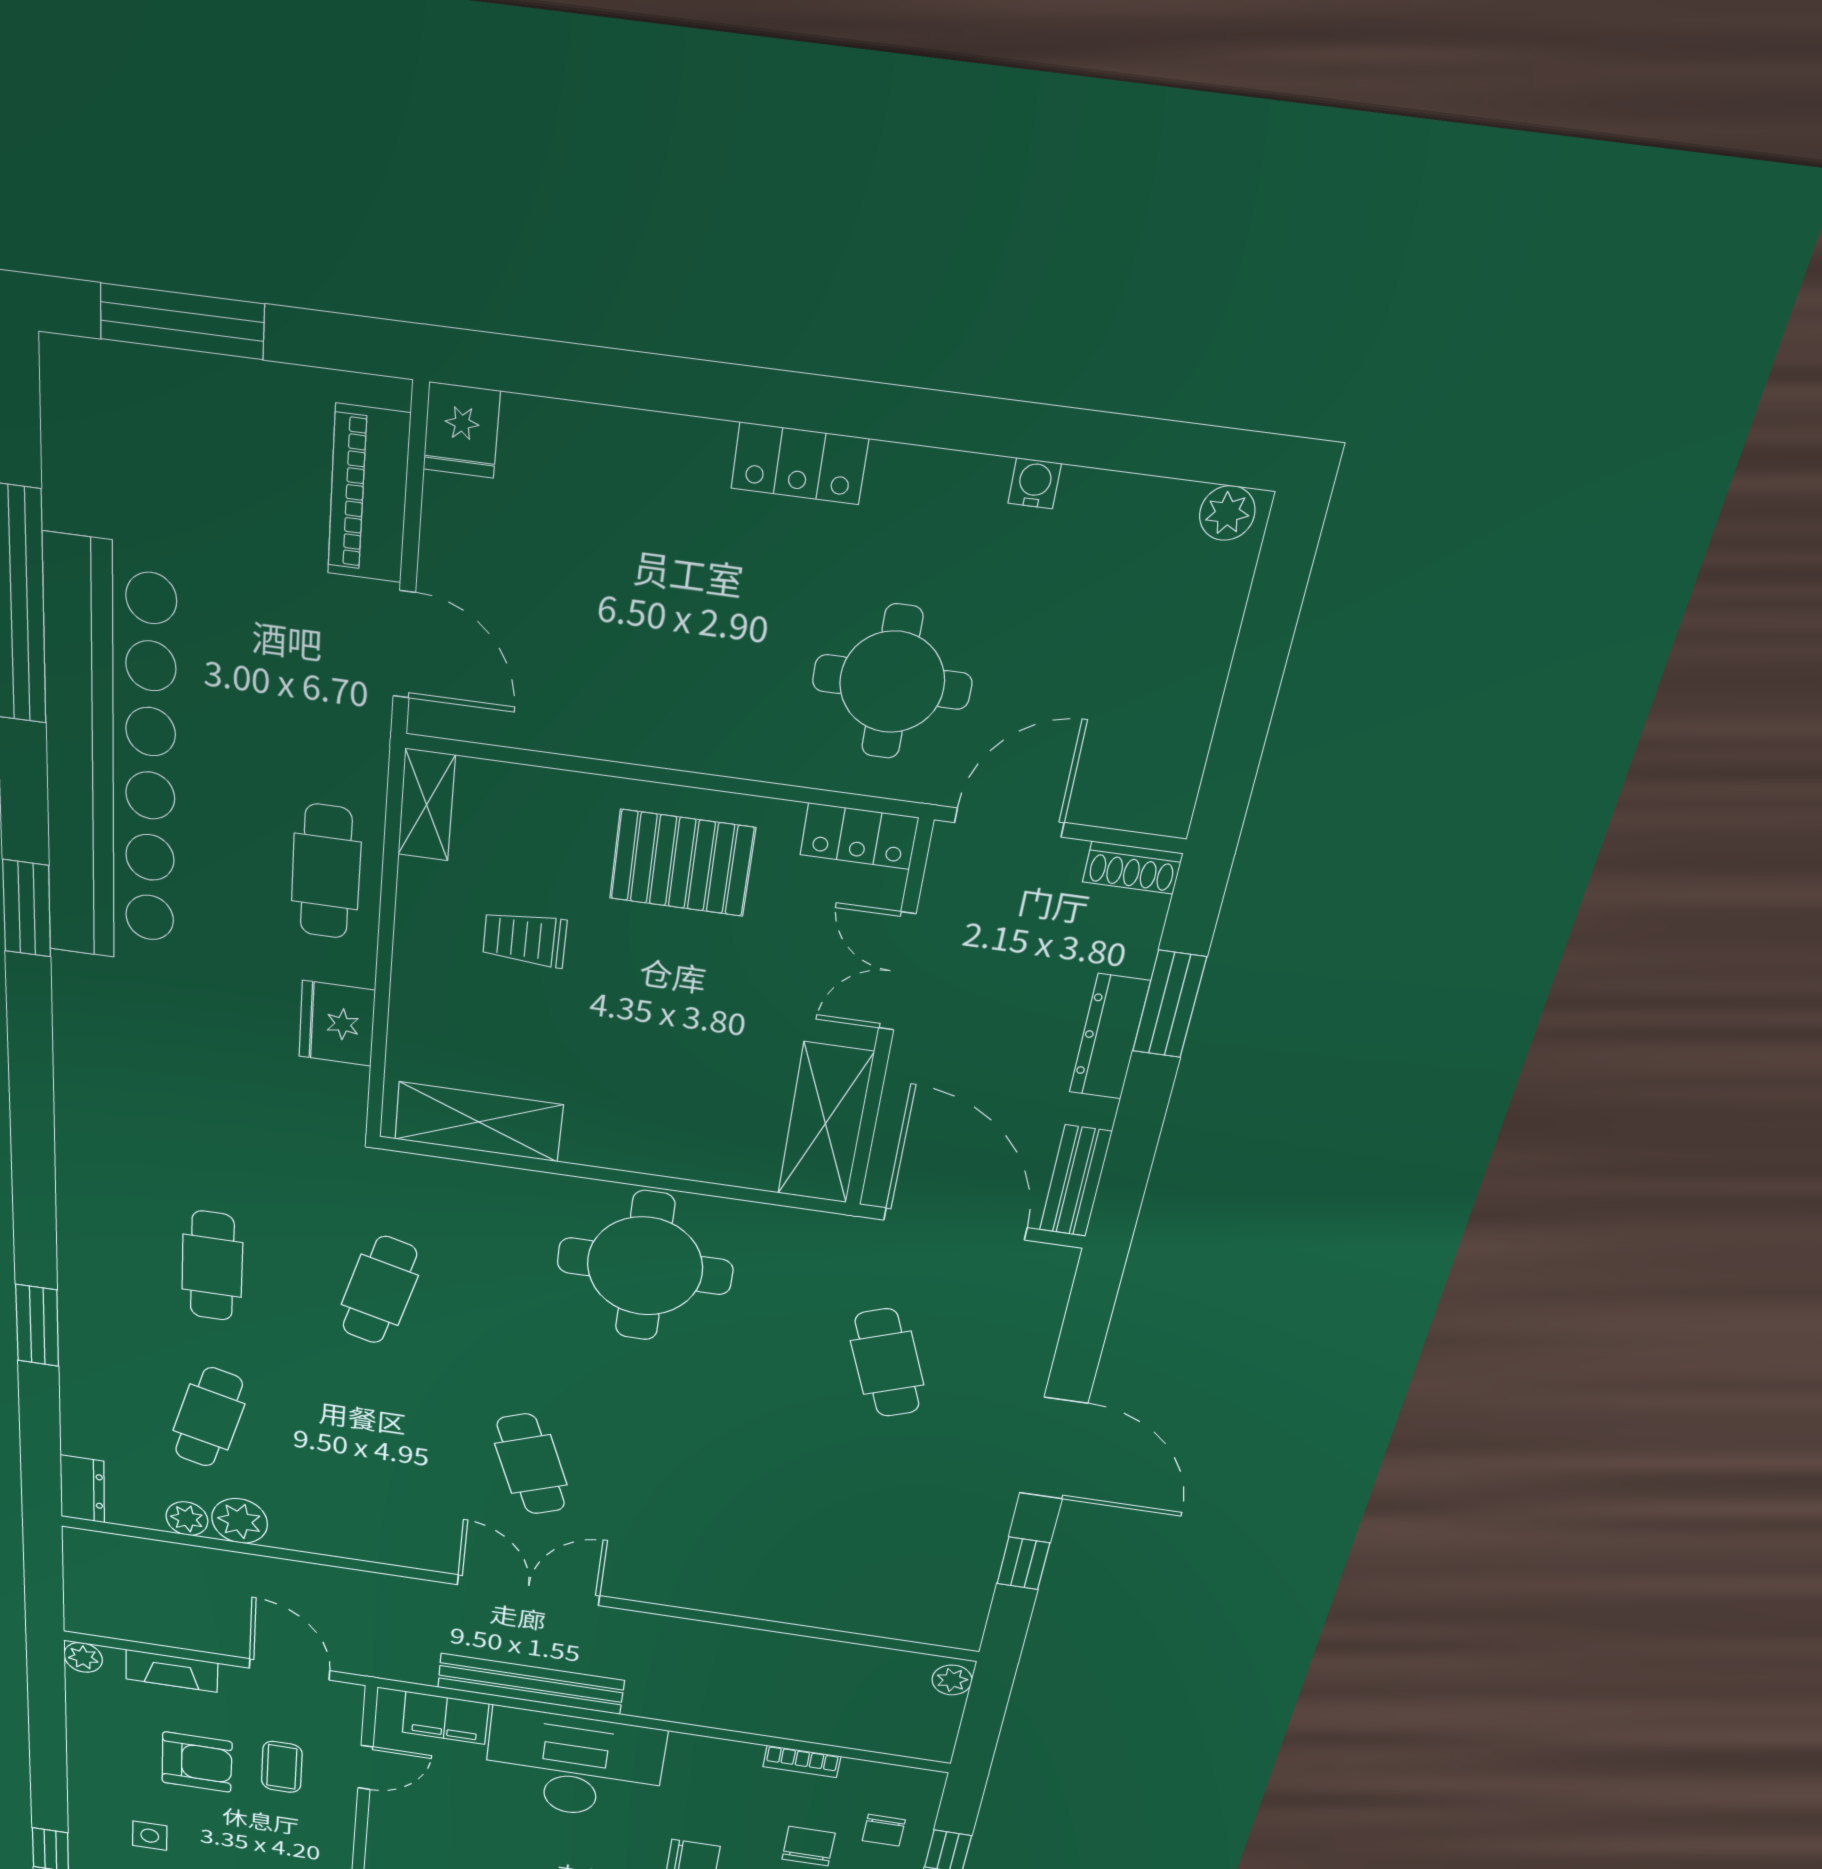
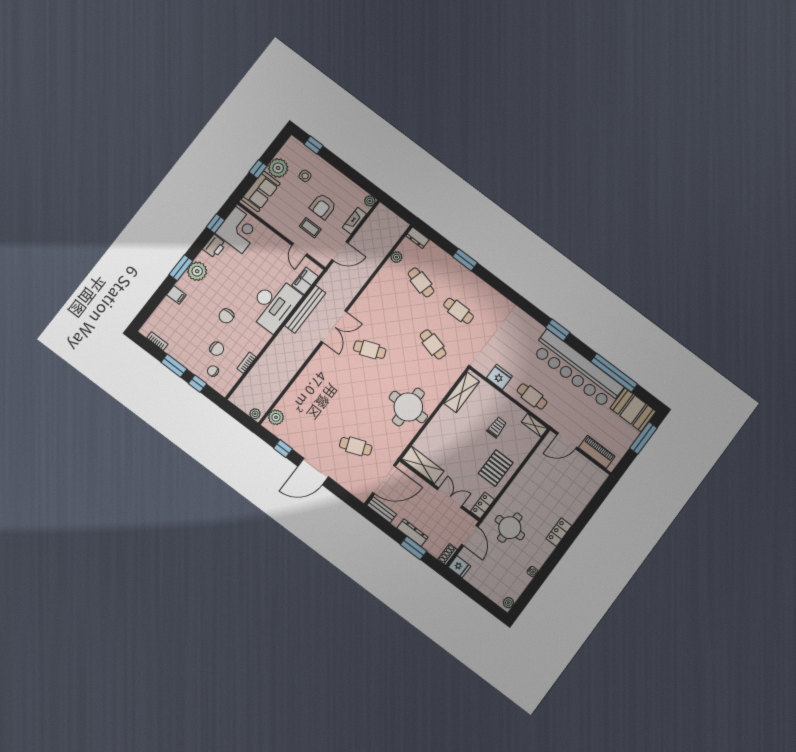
fridge: (461, 430) -> (459, 567), moved, turned 180
booth: (102, 439) -> (633, 410), added
plant: (240, 1521) -> (276, 417), moved

